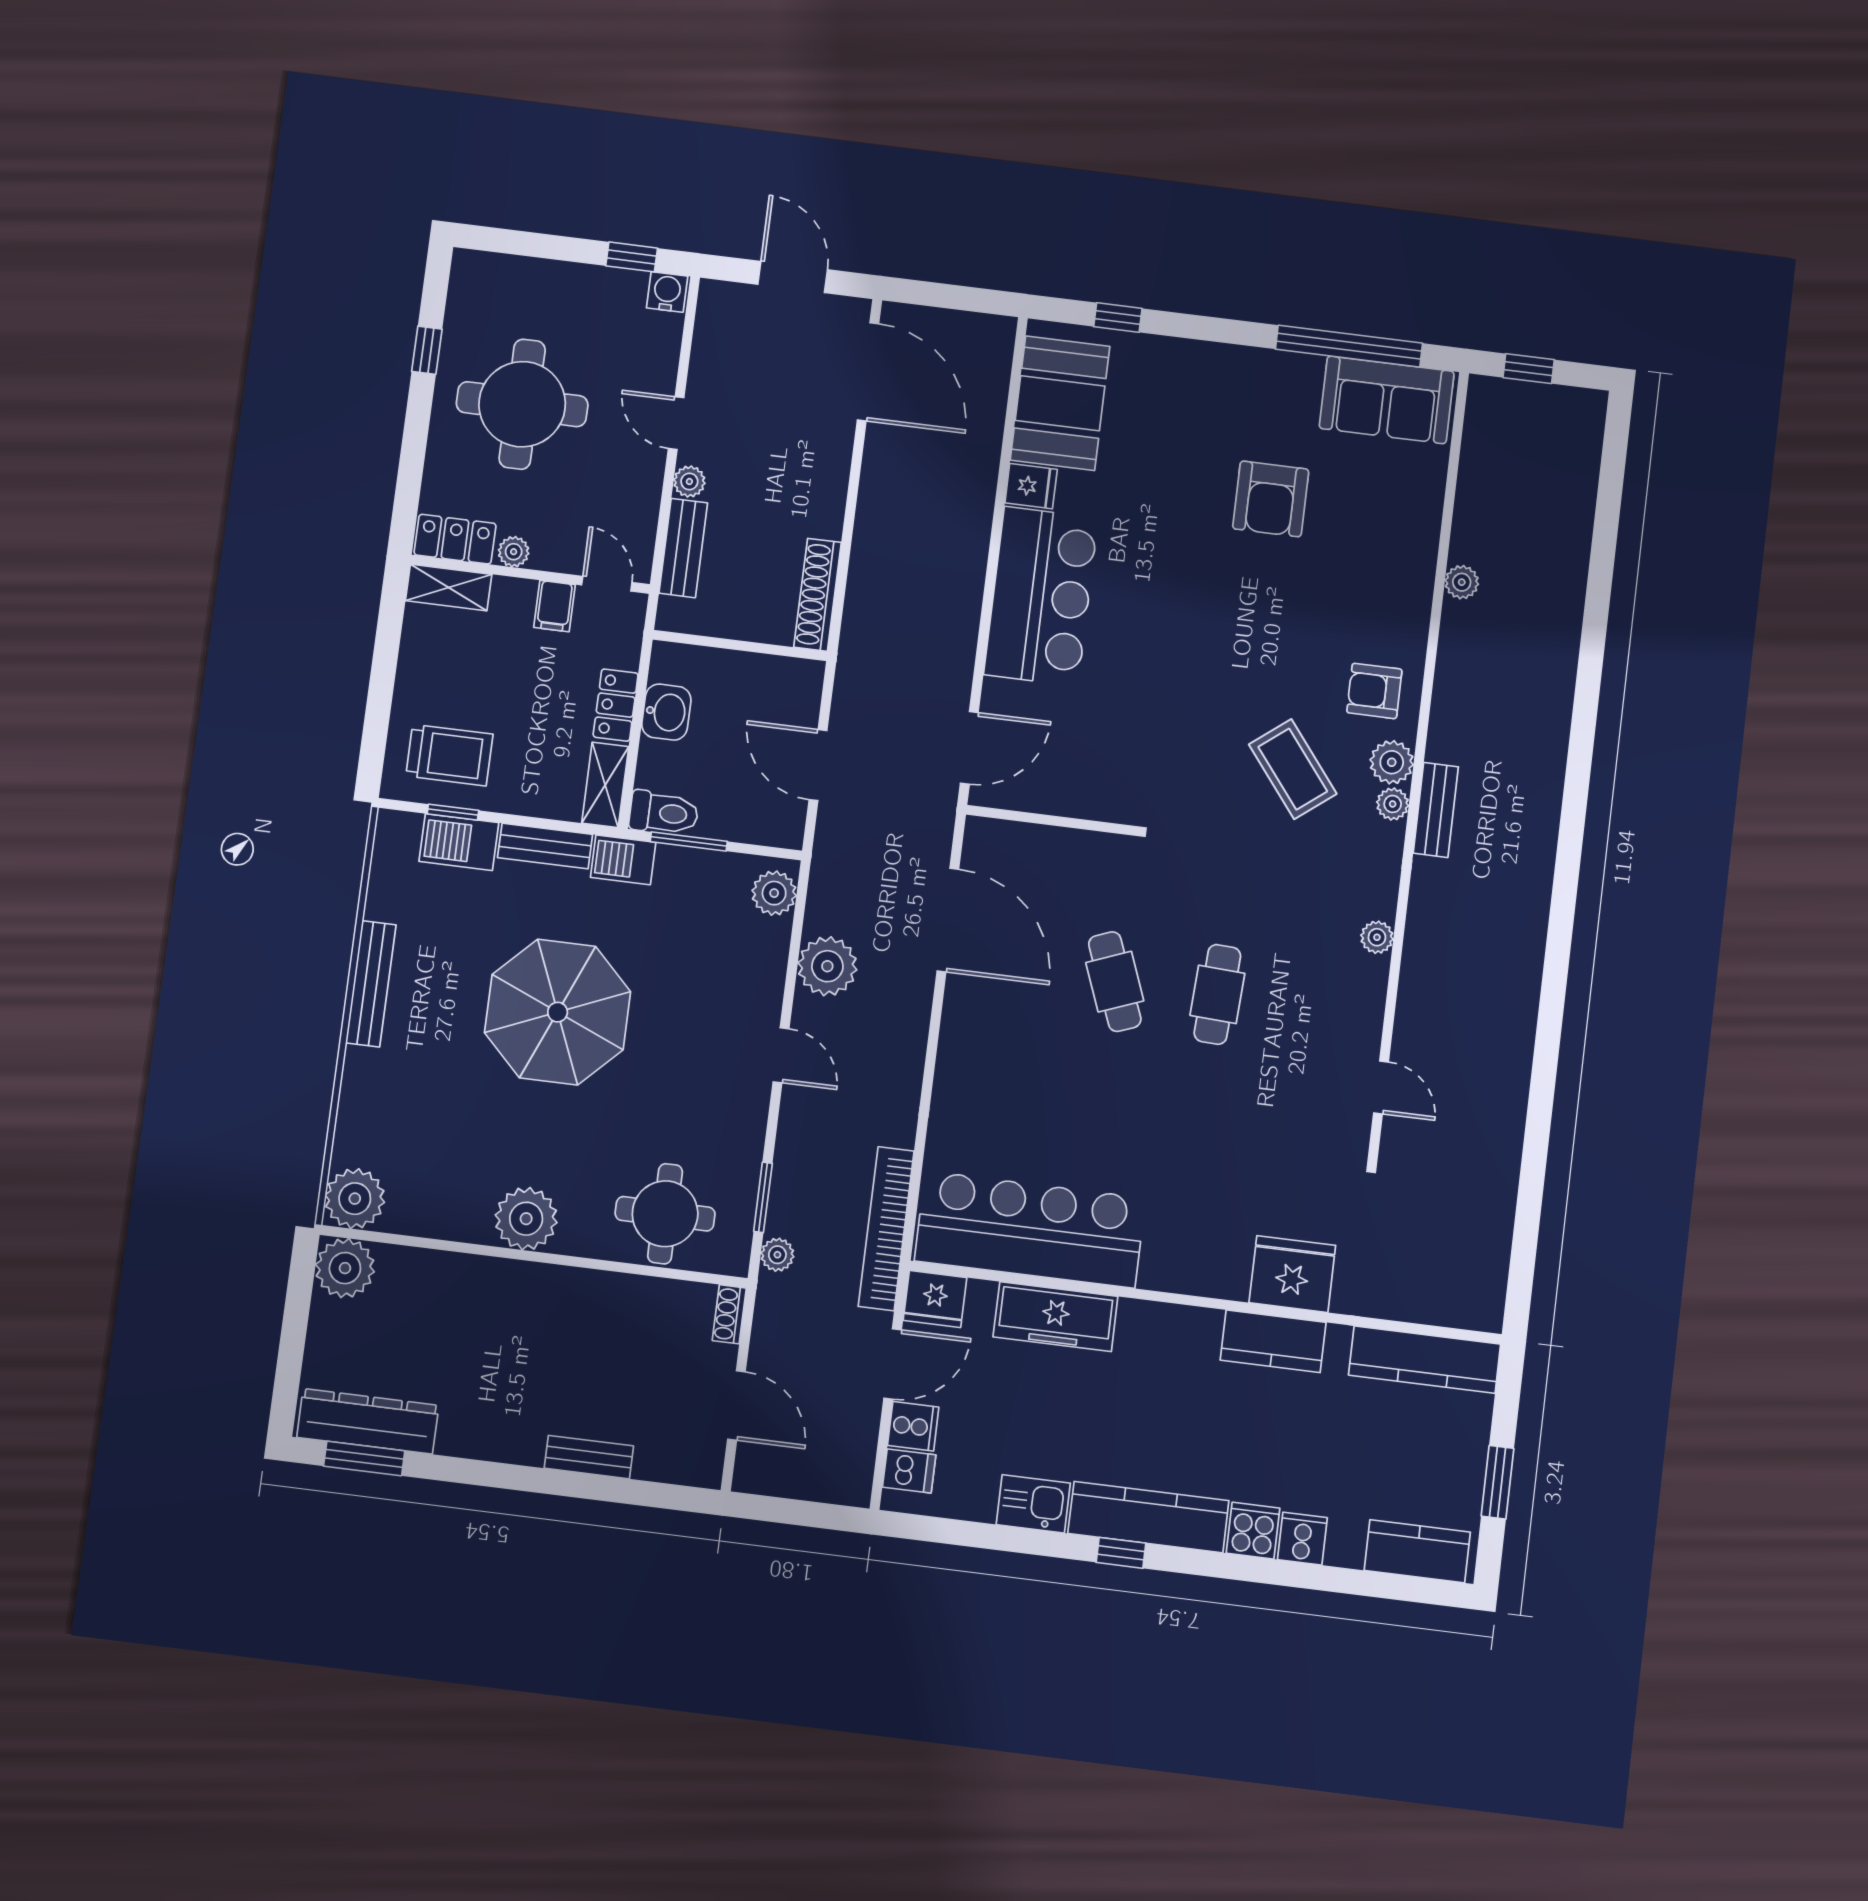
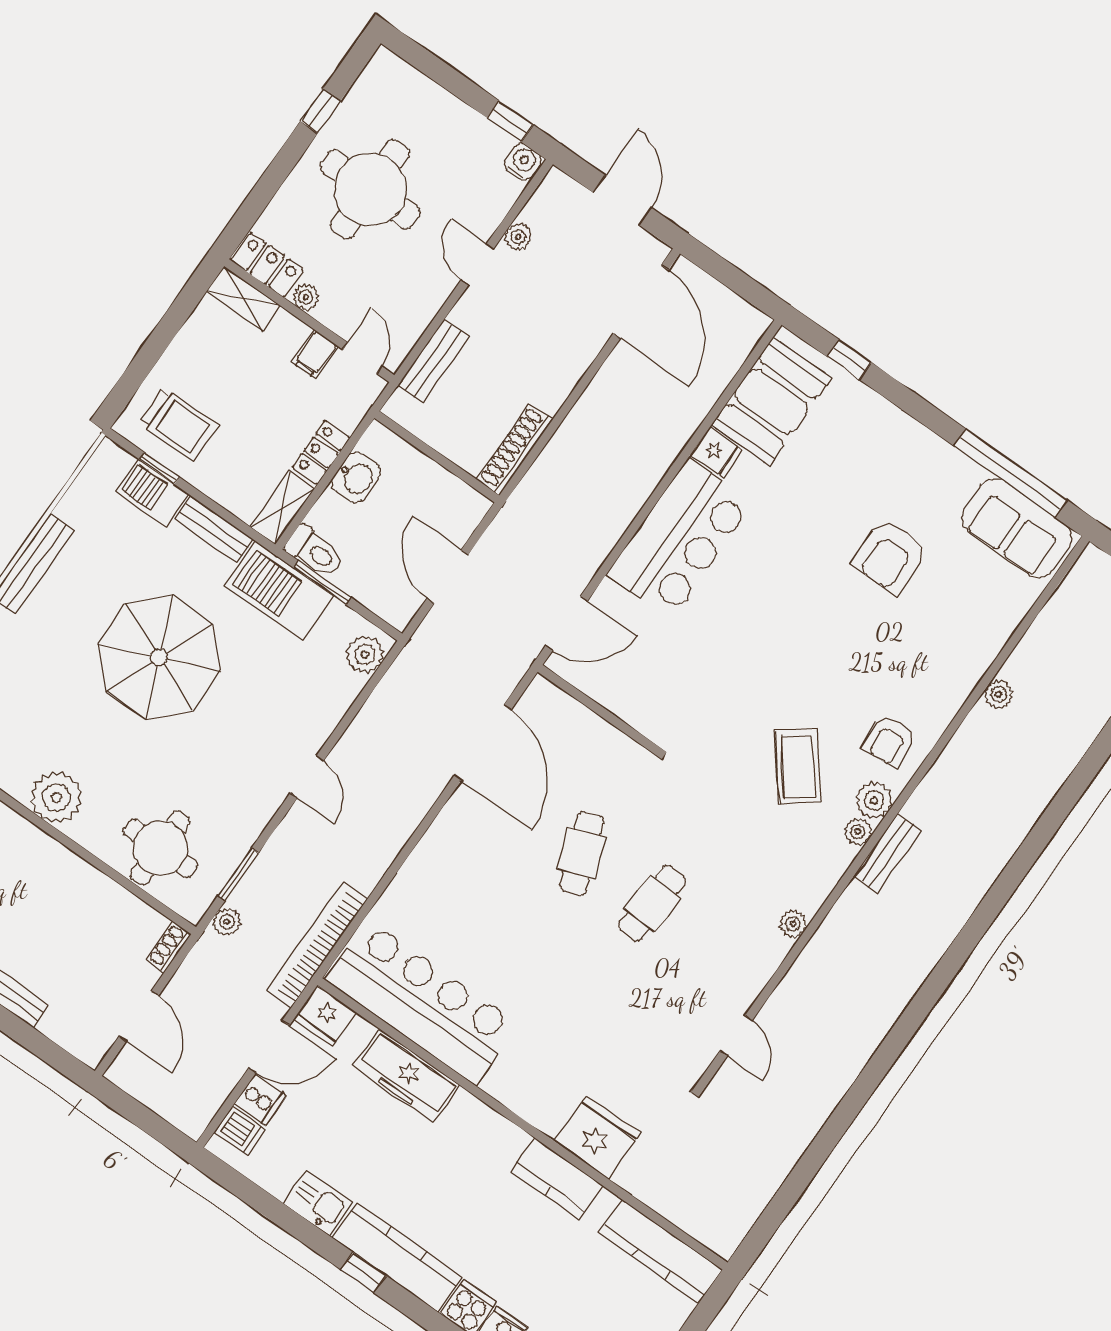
plant: (689, 482) -> (518, 237), moved
armchair: (1374, 691) -> (890, 741), turned -95
barbecue: (623, 860) -> (279, 591), width x1.88, depth x1.53
plant: (827, 966) -> (376, 729), removed

